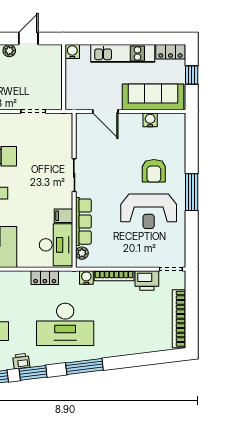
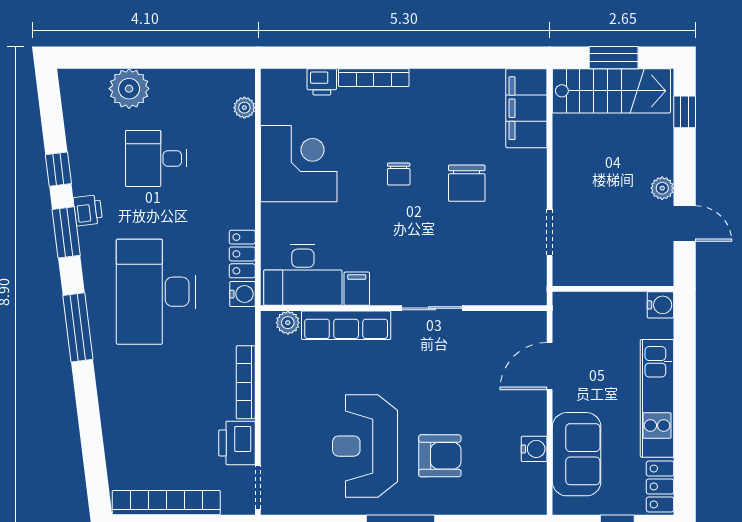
sofa: (153, 97) -> (577, 454), width x0.73
armchair: (154, 171) -> (440, 456), turned 180
water cooler: (86, 278) -> (242, 294), moved

